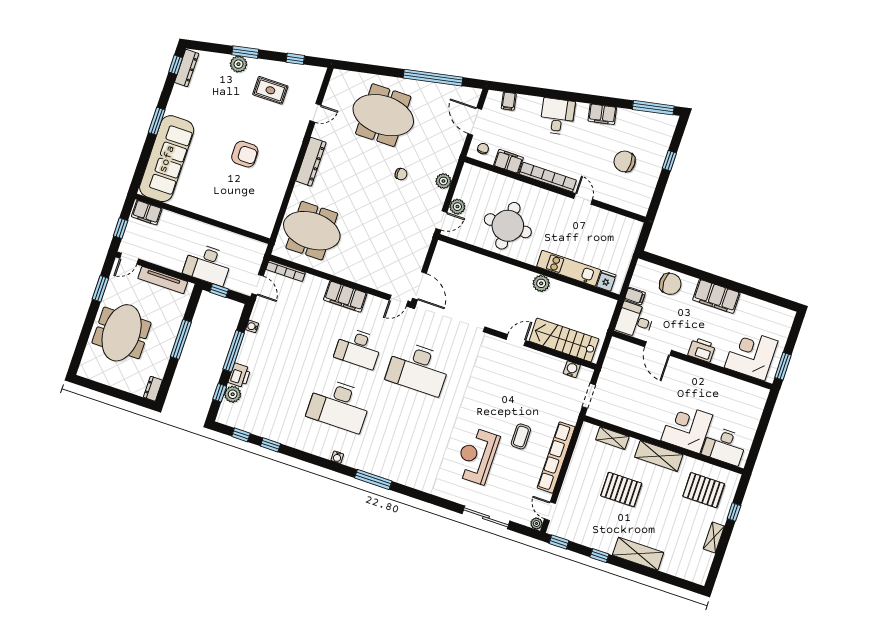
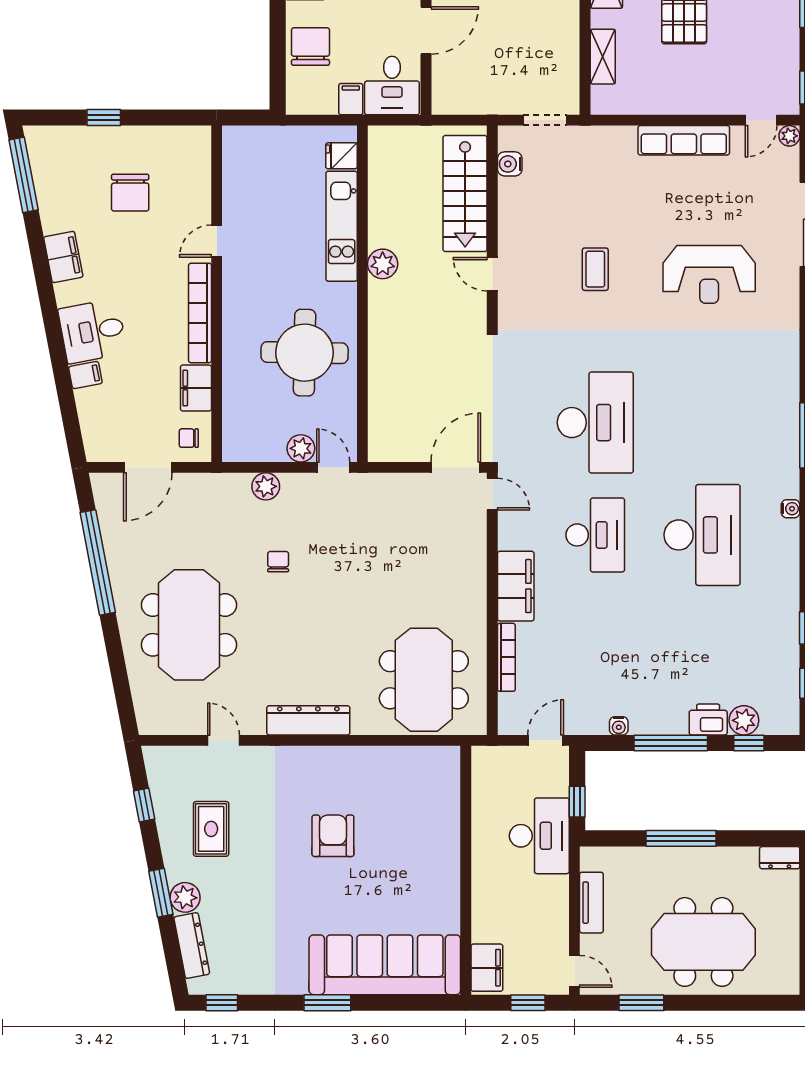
dresser: (187, 68) -> (192, 946), moved, turned 79
filing cabinet: (509, 101) -> (85, 375), moved
bookcase: (286, 271) -> (506, 657), moved
tv unit: (163, 280) -> (591, 903), width x0.71
coffee table: (521, 436) -> (595, 269), moved, turned 90
row of seats: (556, 457) -> (684, 140), width x0.73

